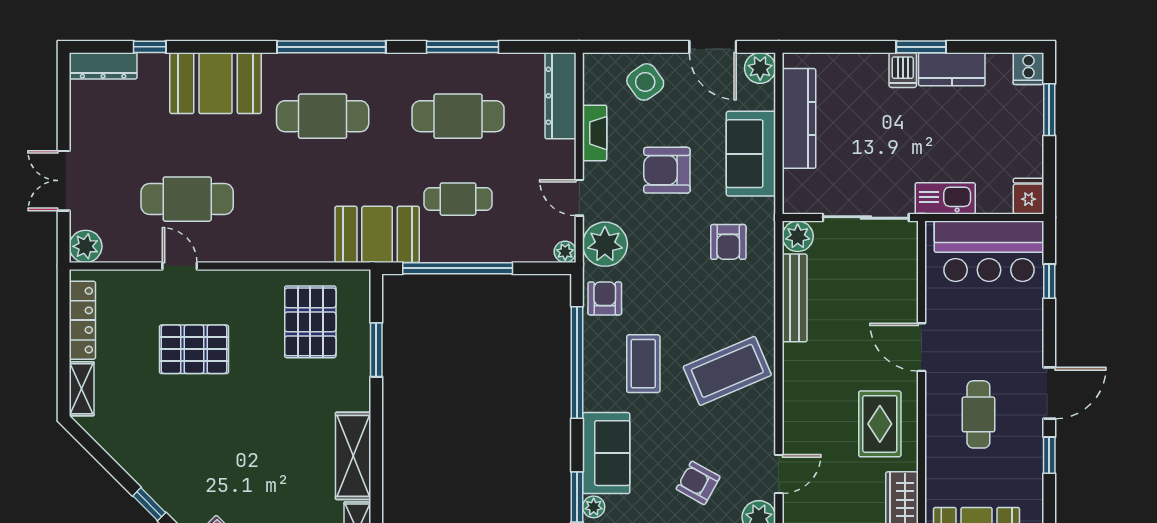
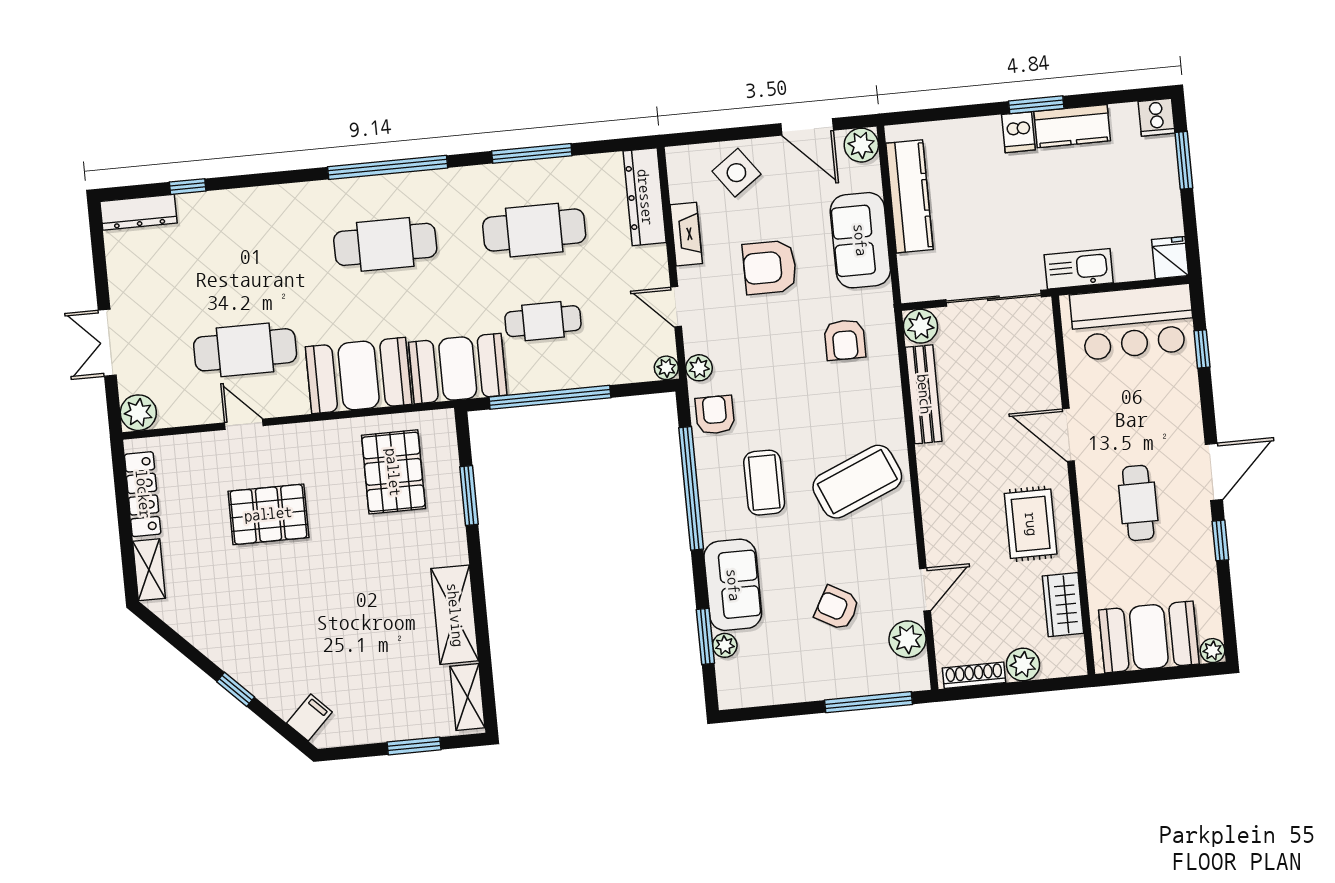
booth: (216, 83) -> (359, 375), moved
plant: (605, 244) -> (699, 368), width x0.53, depth x0.53

